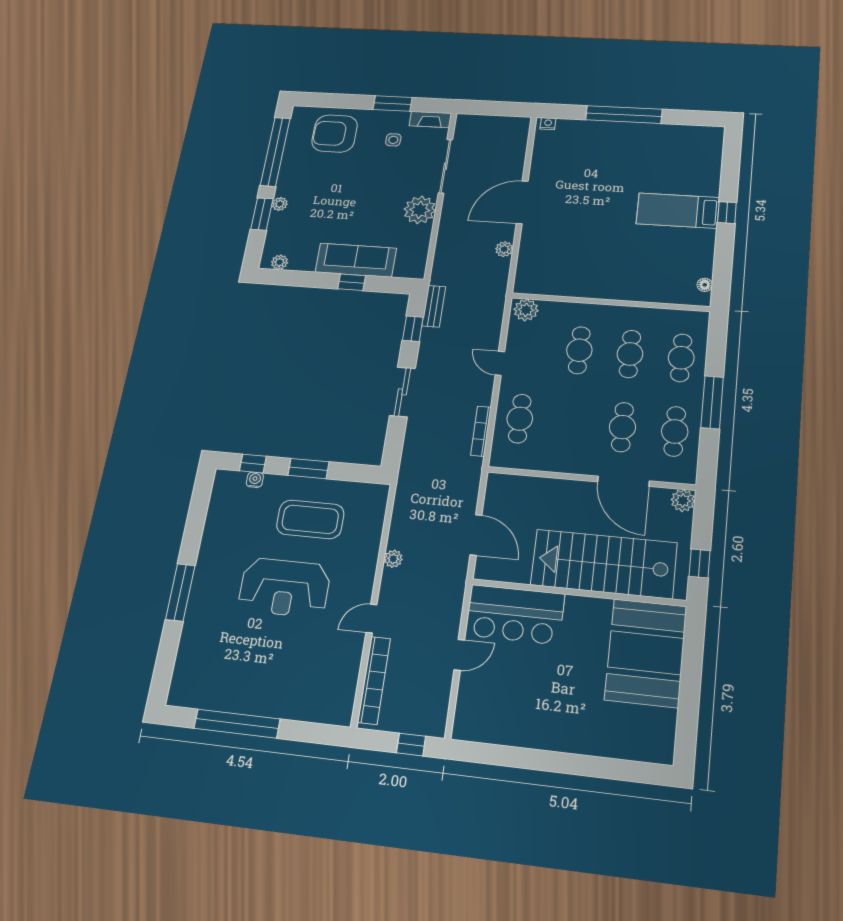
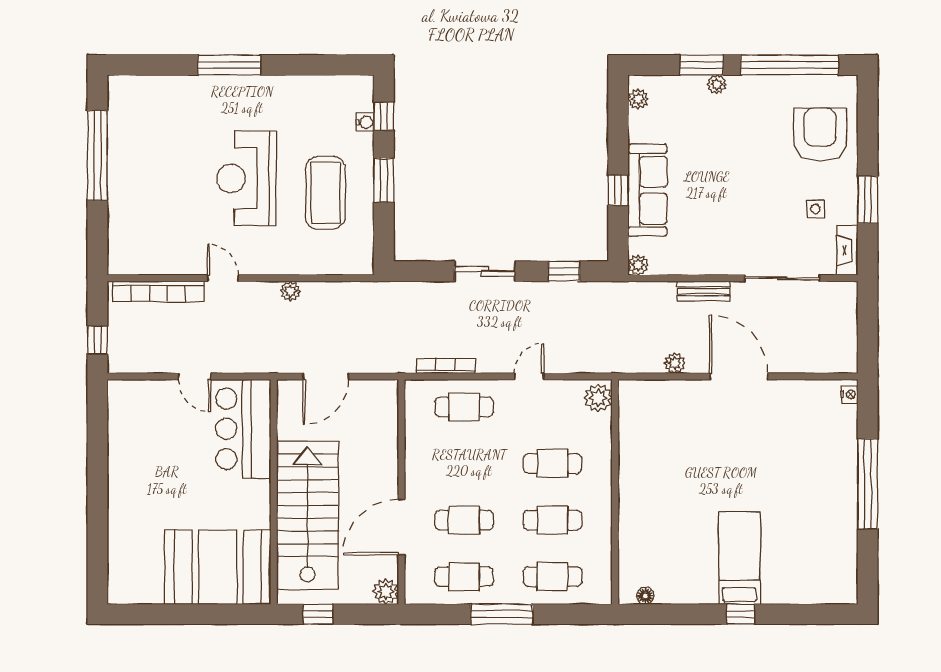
plant: (420, 210) -> (638, 265), moved, width x0.53, depth x0.53
bench: (434, 306) -> (704, 291), moved

